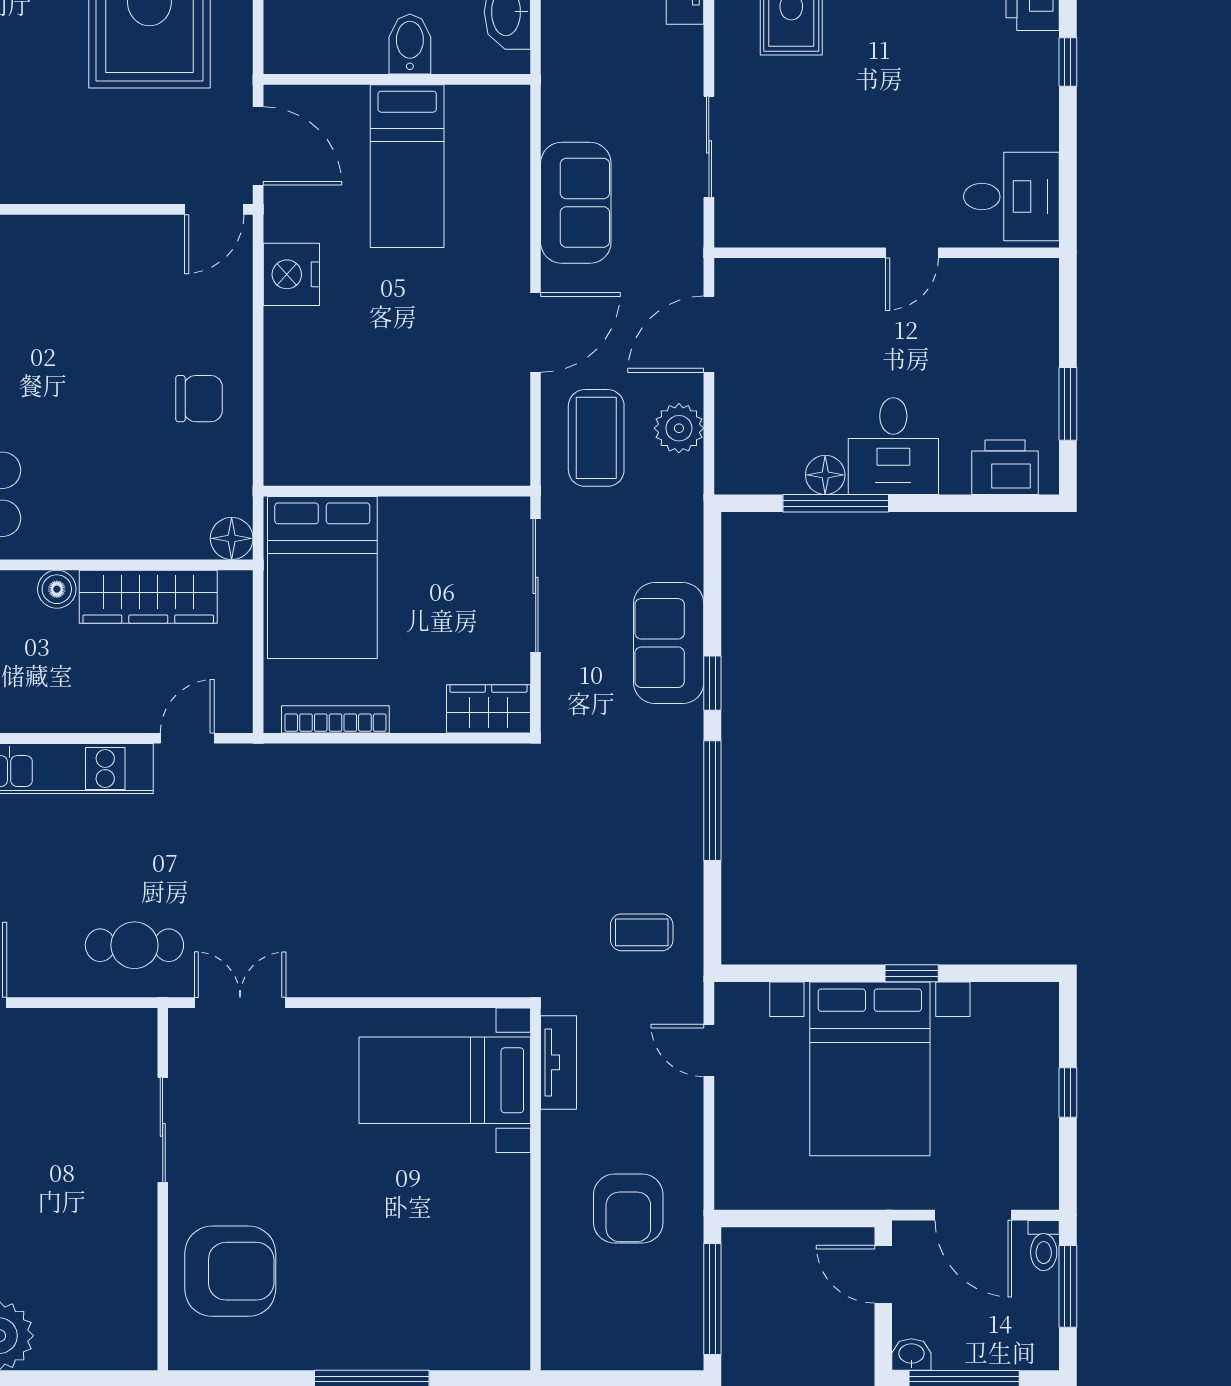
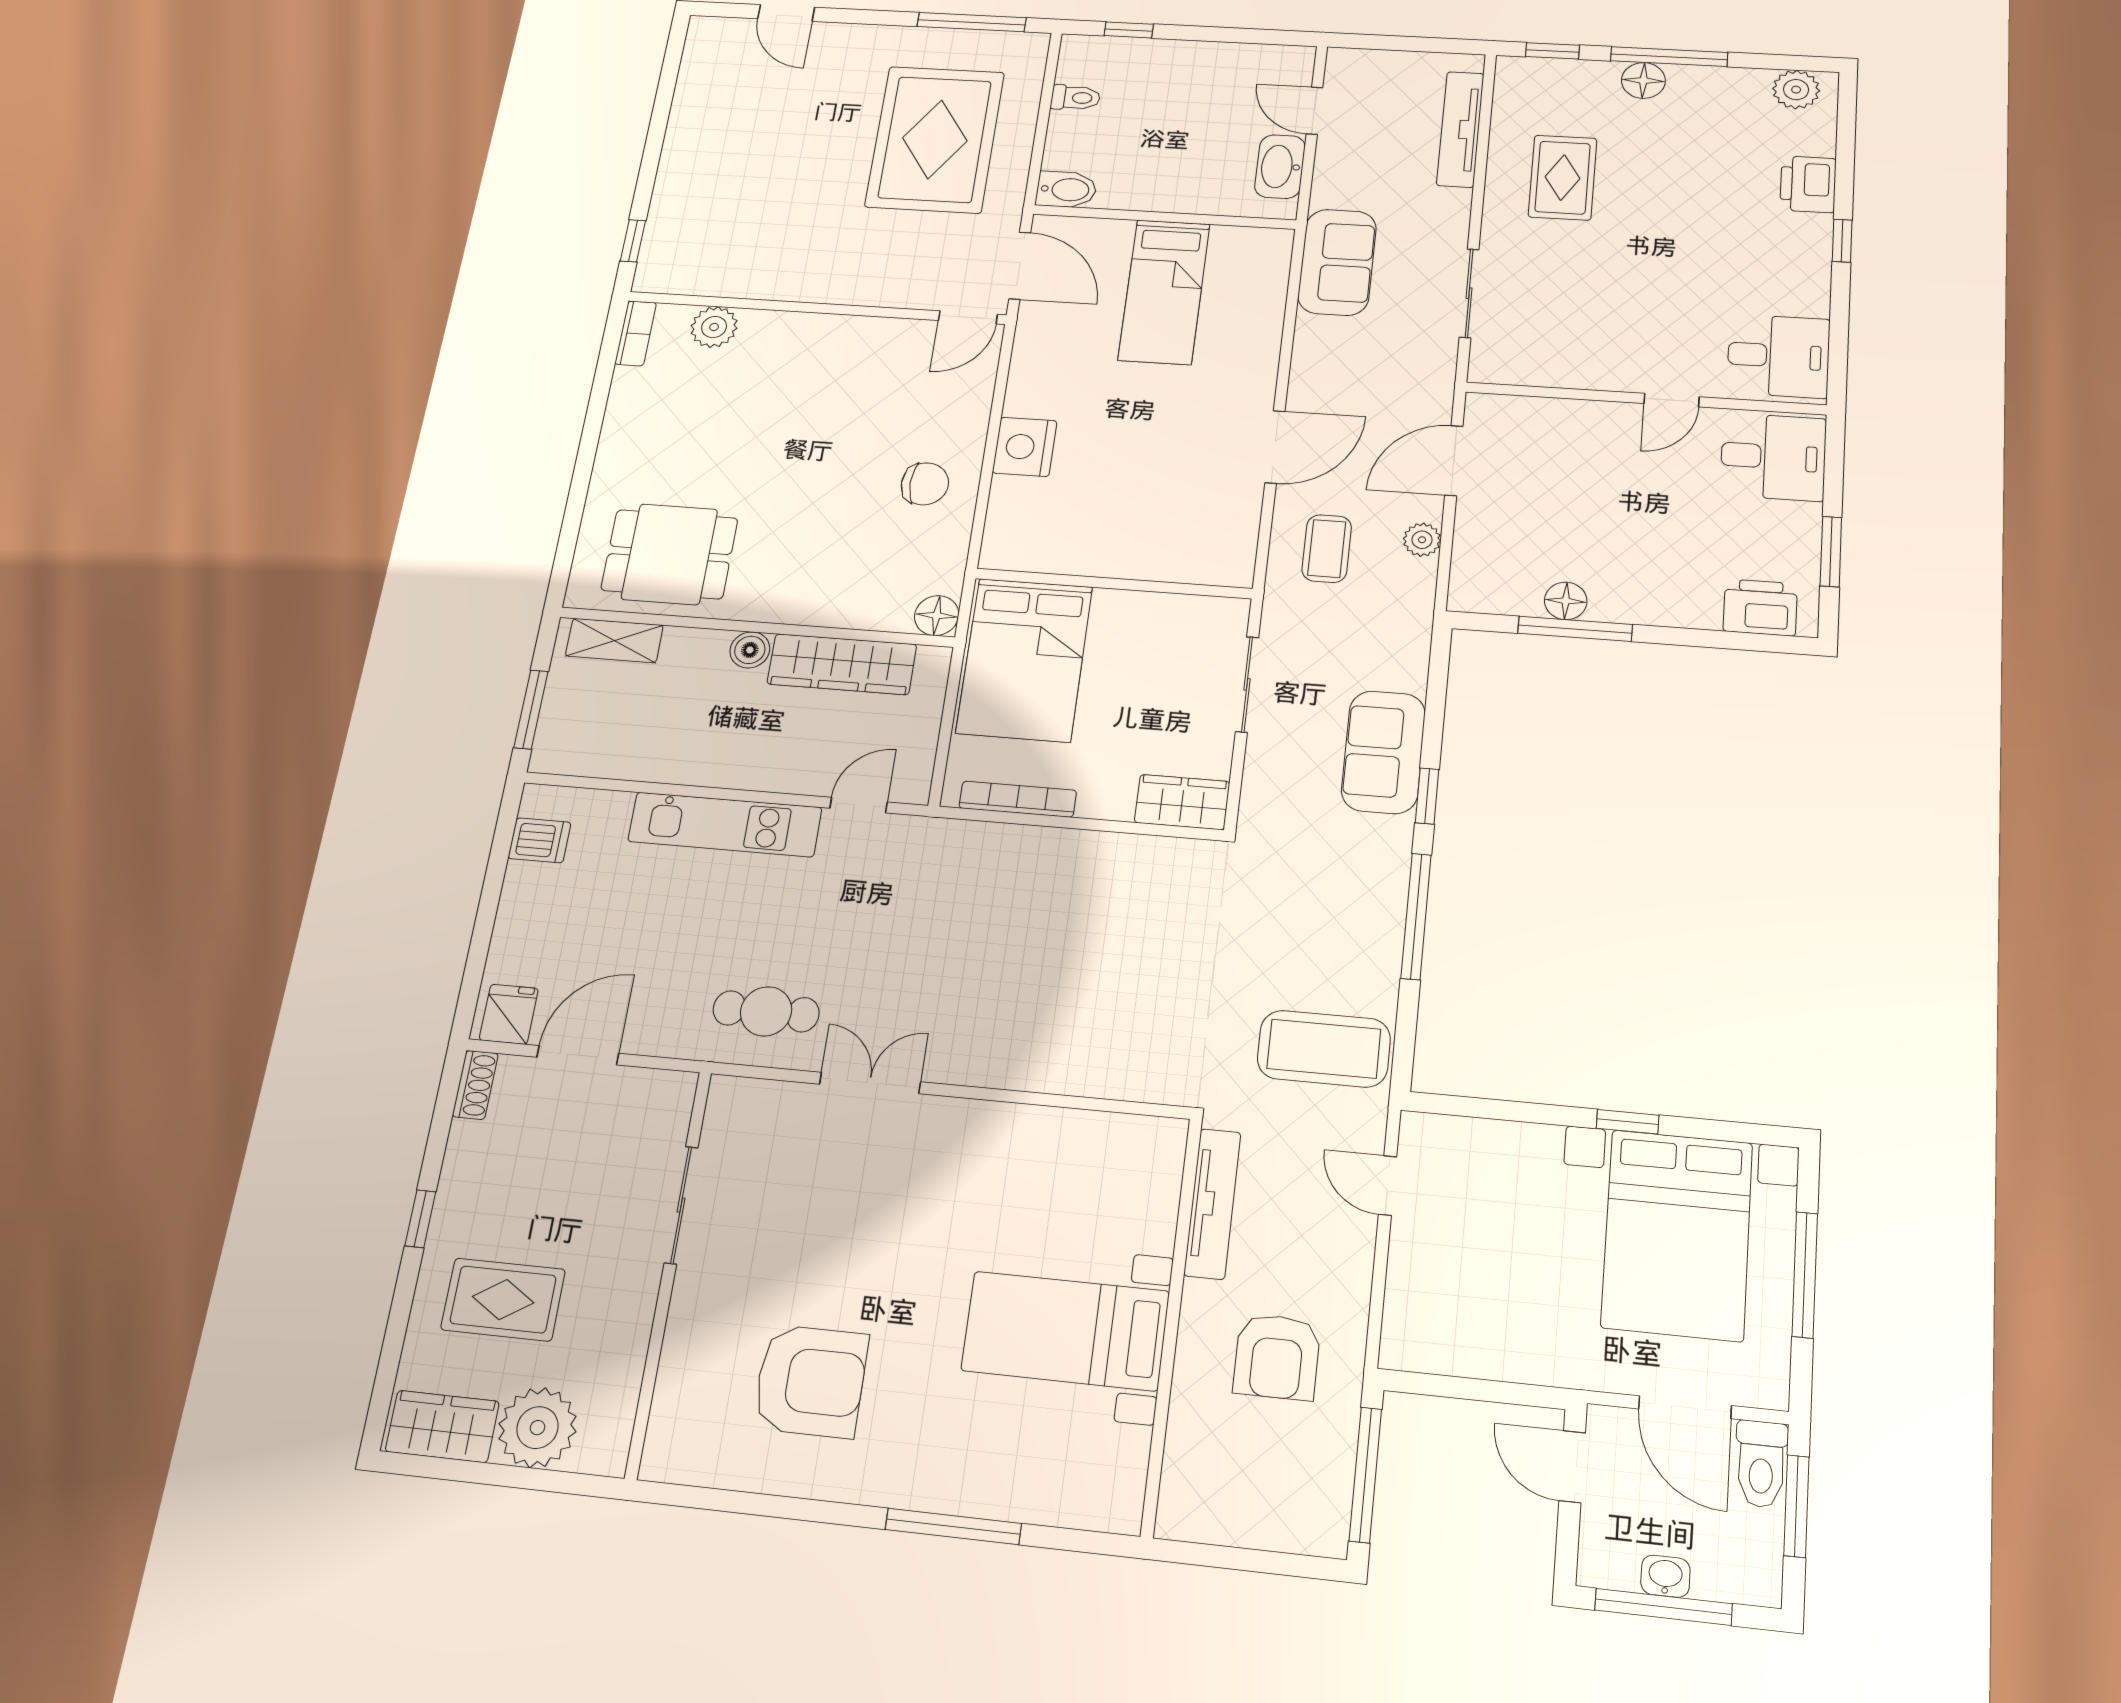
bidet: (410, 44) -> (1066, 190), moved, turned 90
sofa: (576, 203) -> (1337, 262), moved
nightstand: (291, 274) -> (1025, 447), moved
plant: (679, 428) -> (1422, 540), width x0.73, depth x0.73
coffee table: (596, 438) -> (1327, 549), width x0.73, depth x0.77
desk: (893, 446) -> (1773, 457), moved, turned -90
sliding door: (536, 585) -> (1247, 684), width x0.73
coffee table: (642, 932) -> (1324, 1049), width x1.86, depth x1.72
tv unit: (559, 1062) -> (1212, 1204), width x1.41
bed with nightstands: (870, 1069) -> (1677, 1235), moved
bed with nightstands: (445, 1080) -> (1065, 1331), moved
window: (1068, 1093) -> (1805, 1275), width x2.17
sliding door: (163, 1130) -> (681, 1205), moved
wall: (163, 1189) -> (669, 1271), moved
toilet: (1044, 1246) -> (1761, 1464), width x1.37, depth x1.39
washbasin: (911, 1354) -> (1665, 1576), moved

